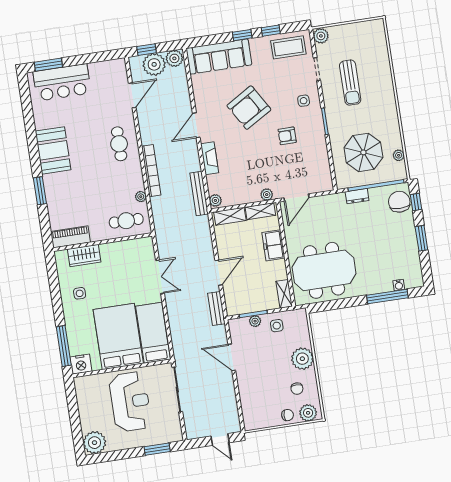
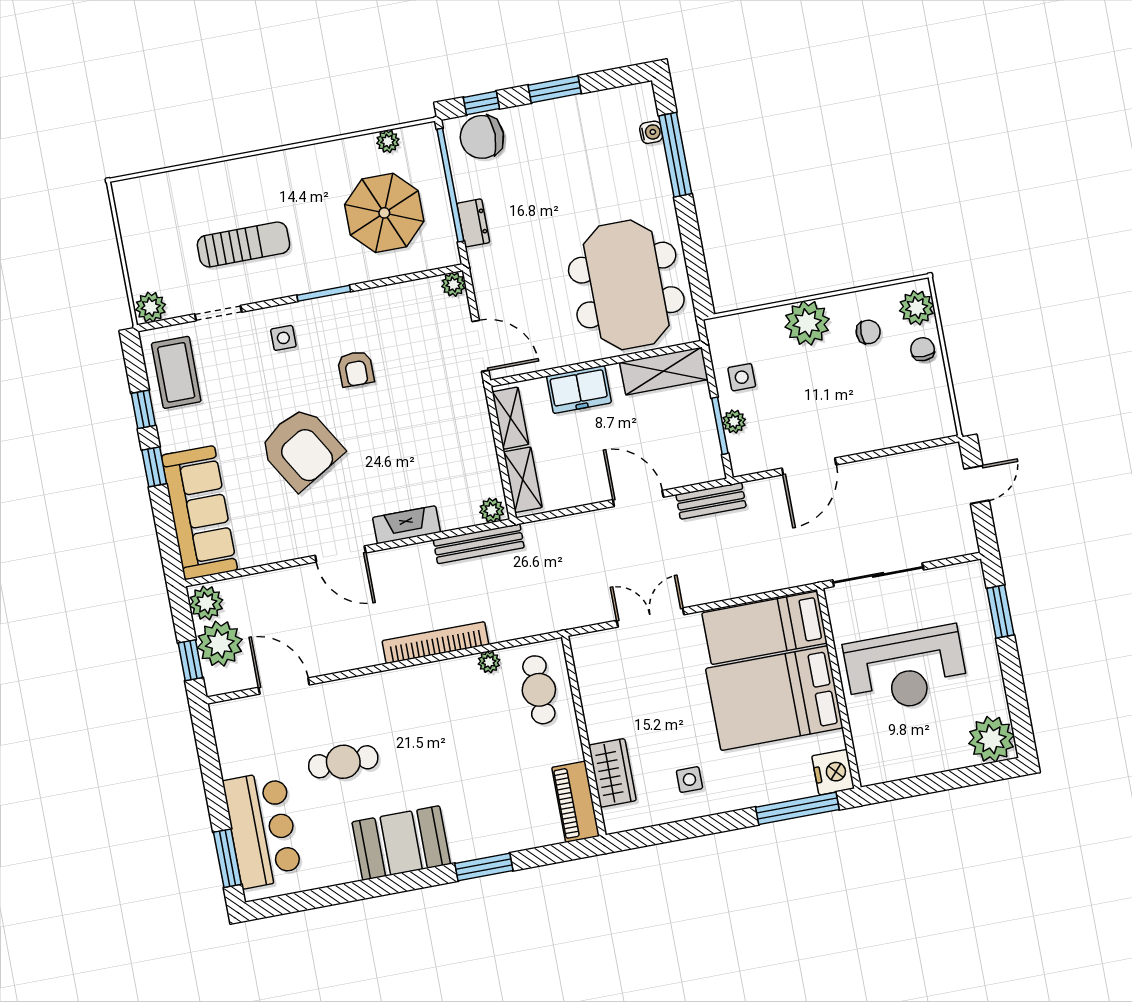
cafe table: (119, 144) -> (343, 762), moved
plant: (267, 195) -> (453, 284), moved
shelving: (284, 294) -> (664, 371), width x1.50, depth x1.33
reception desk: (130, 402) -> (906, 670), turned 180

